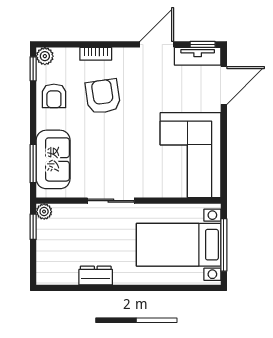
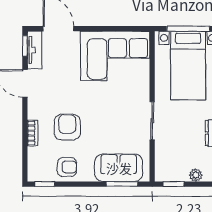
plant: (45, 56) -> (34, 174), removed
armchair: (103, 96) -> (67, 127), turned 98
plant: (44, 212) -> (196, 175), moved

